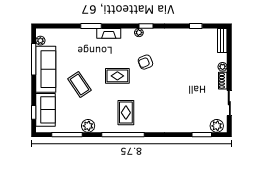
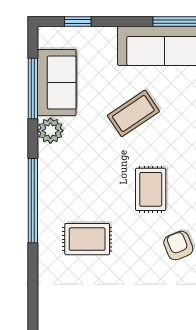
sofa: (45, 110) -> (57, 83), moved, turned -90
rug: (126, 113) -> (87, 239), moved

